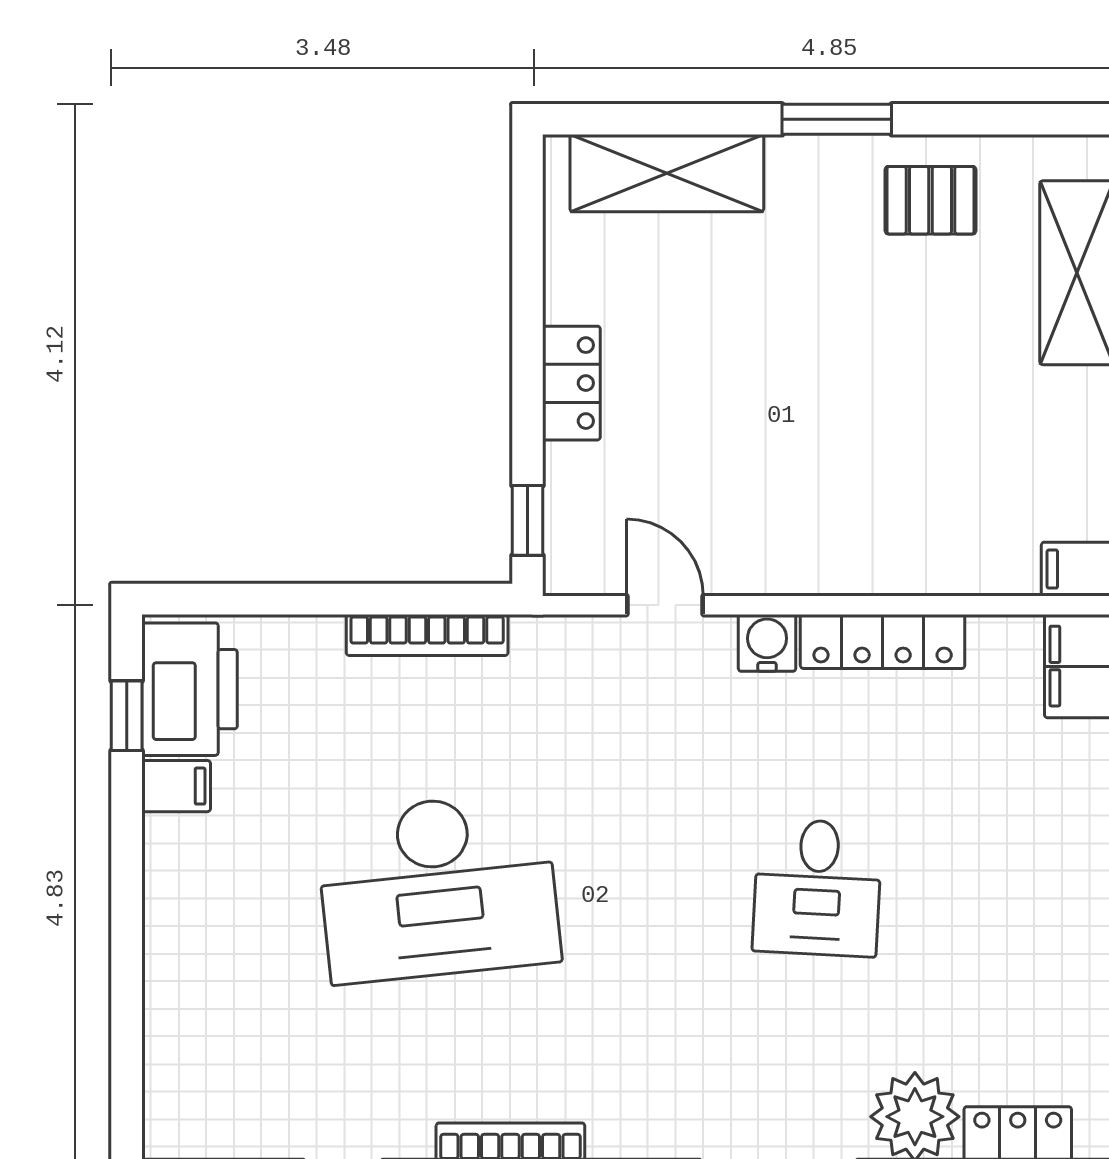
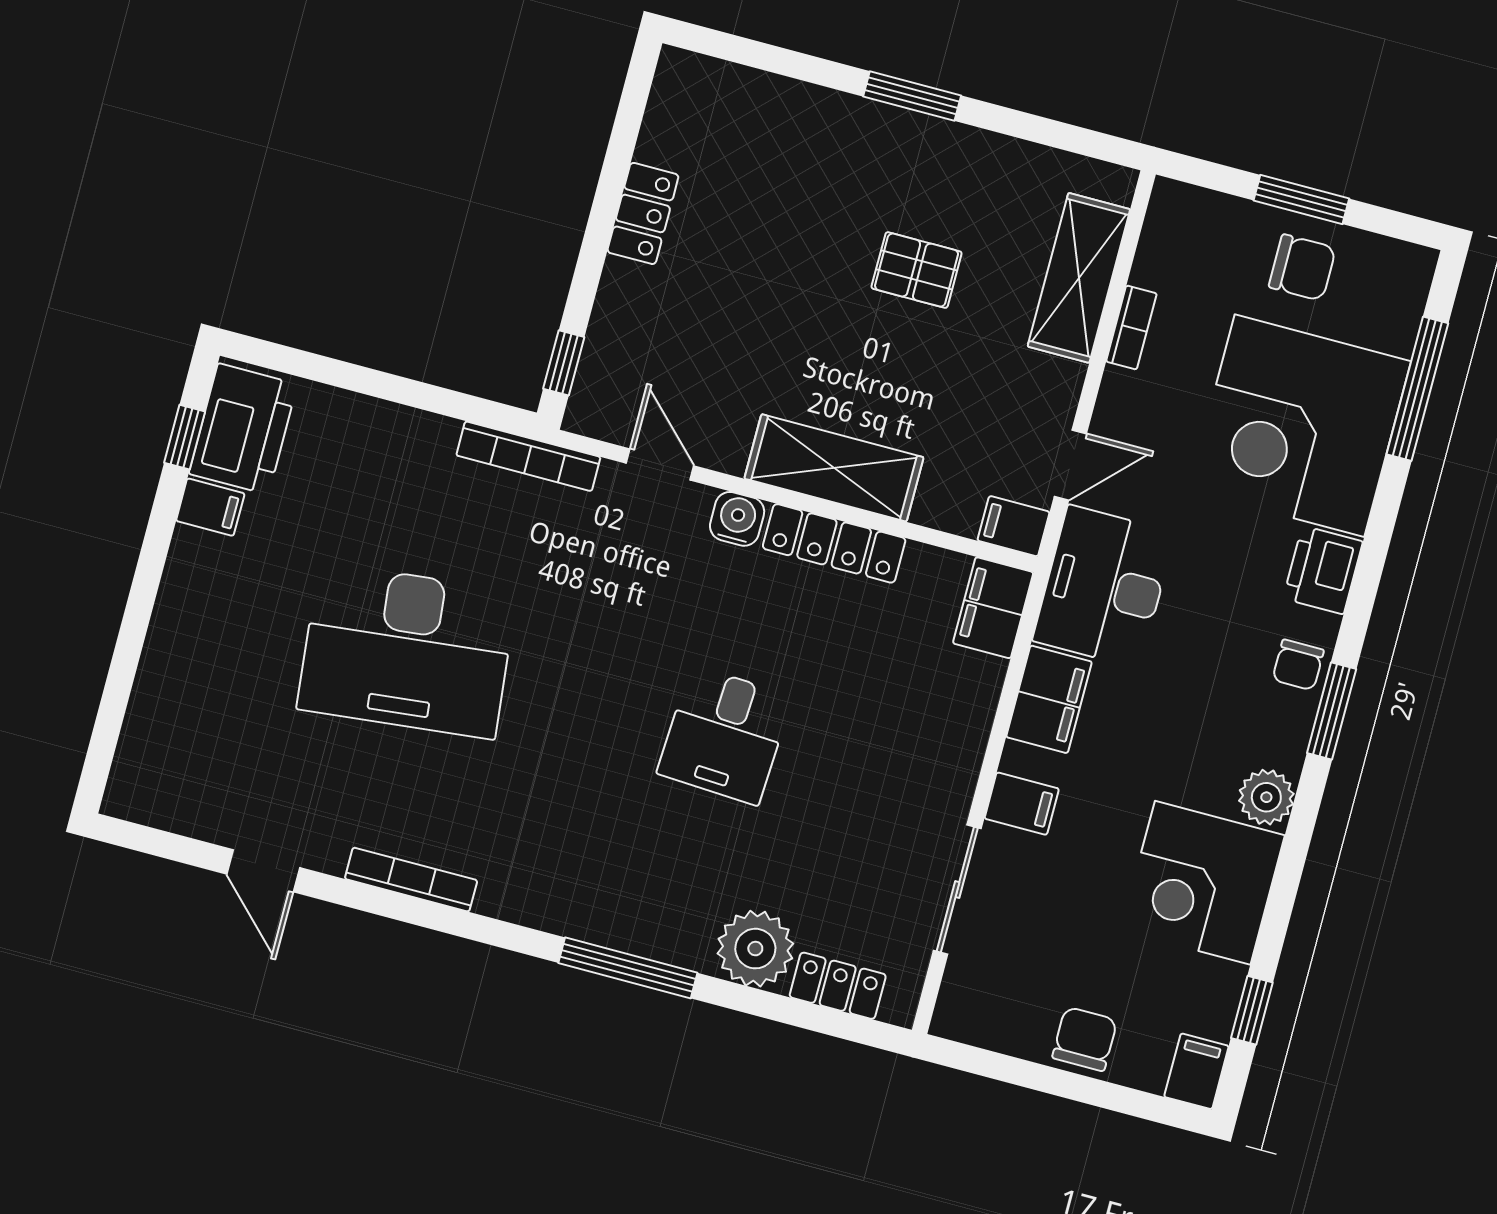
shelving: (667, 173) -> (834, 468), moved
pallet: (930, 200) -> (917, 270), moved
locker: (571, 383) -> (643, 213), moved
bookcase: (427, 635) -> (528, 456), moved

